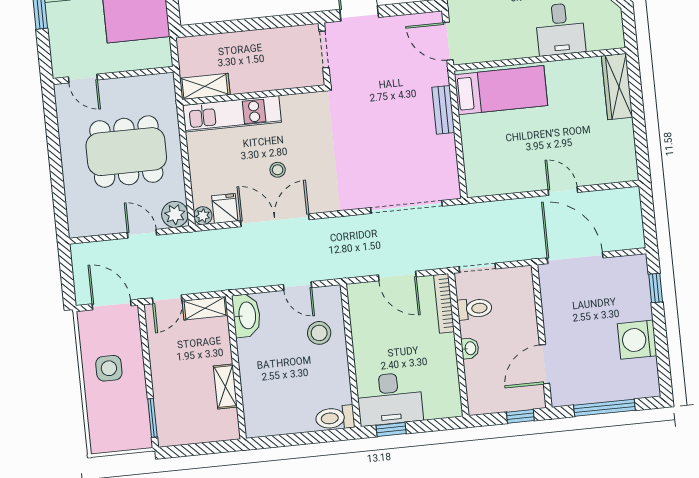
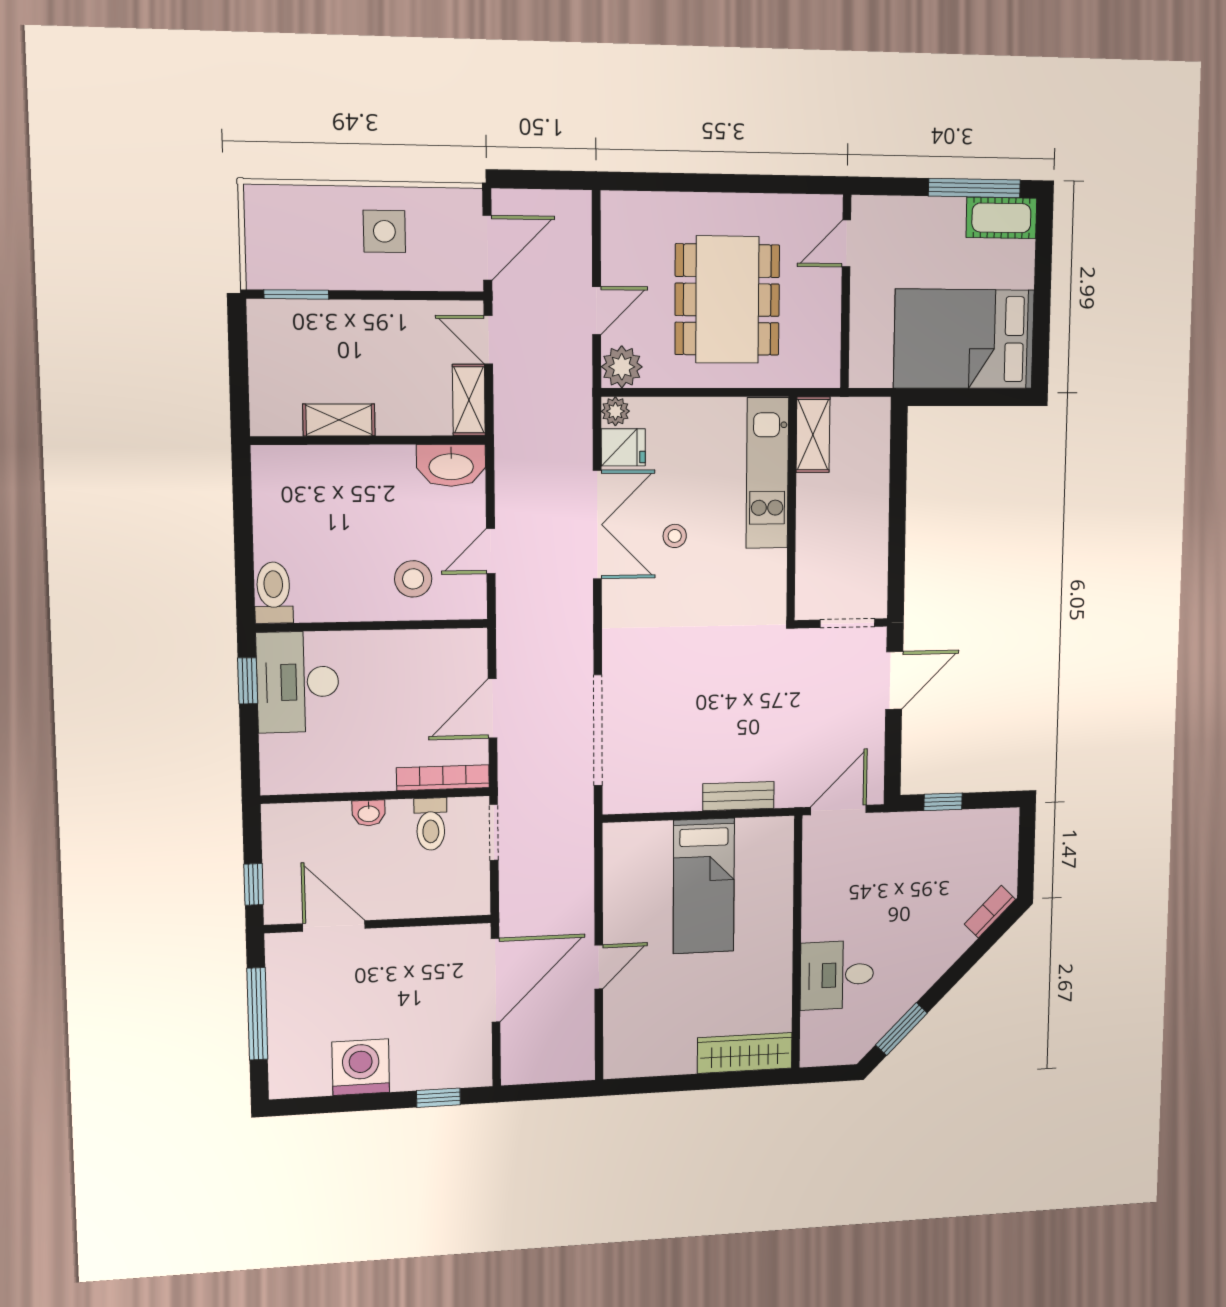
bed: (501, 90) -> (704, 886), moved

